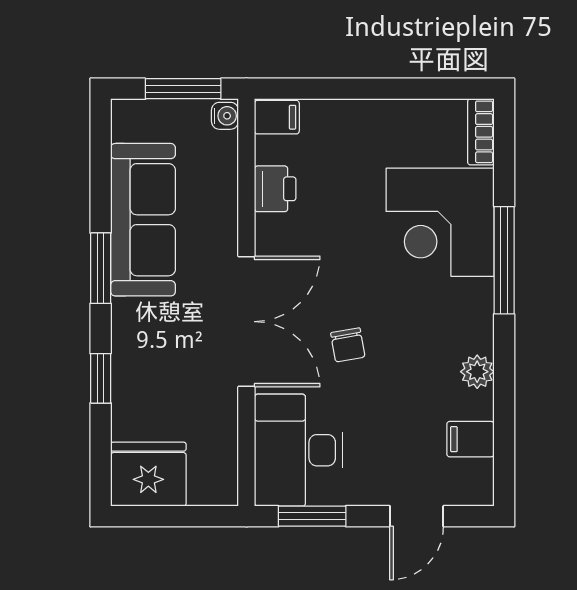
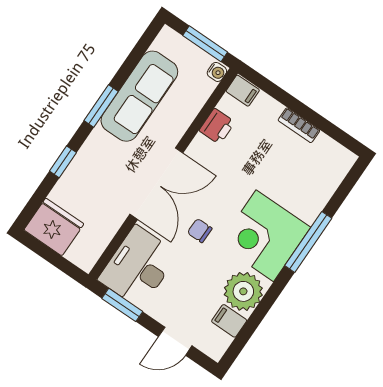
bookcase: (481, 132) -> (299, 125), moved, turned -90
corner desk: (440, 222) -> (265, 236), moved
chair: (348, 345) -> (200, 231), turned 100
plant: (477, 372) -> (243, 291), width x1.88, depth x1.88

